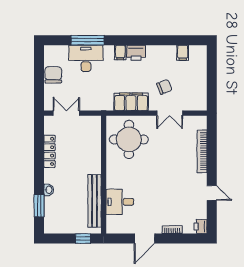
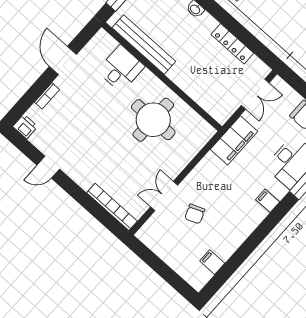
printer: (136, 53) -> (253, 216), removed
filing cabinet: (131, 102) -> (234, 140), moved
round table: (129, 139) -> (153, 120), moved
bookcase: (202, 151) -> (112, 207), moved

